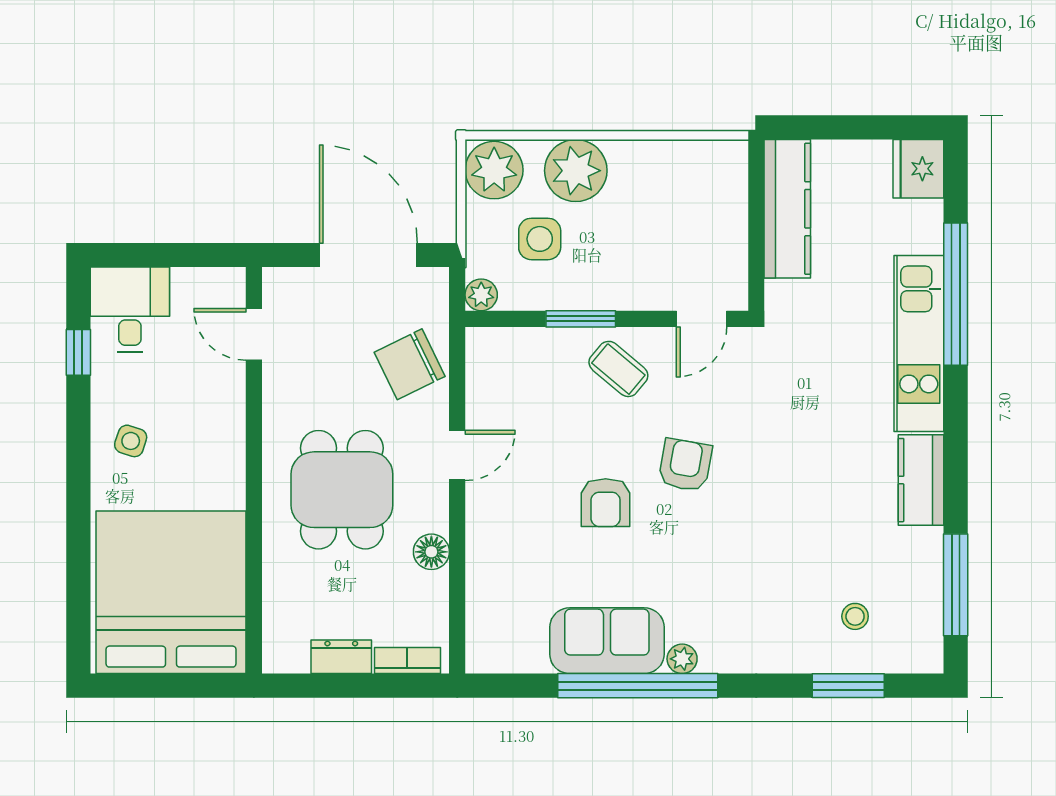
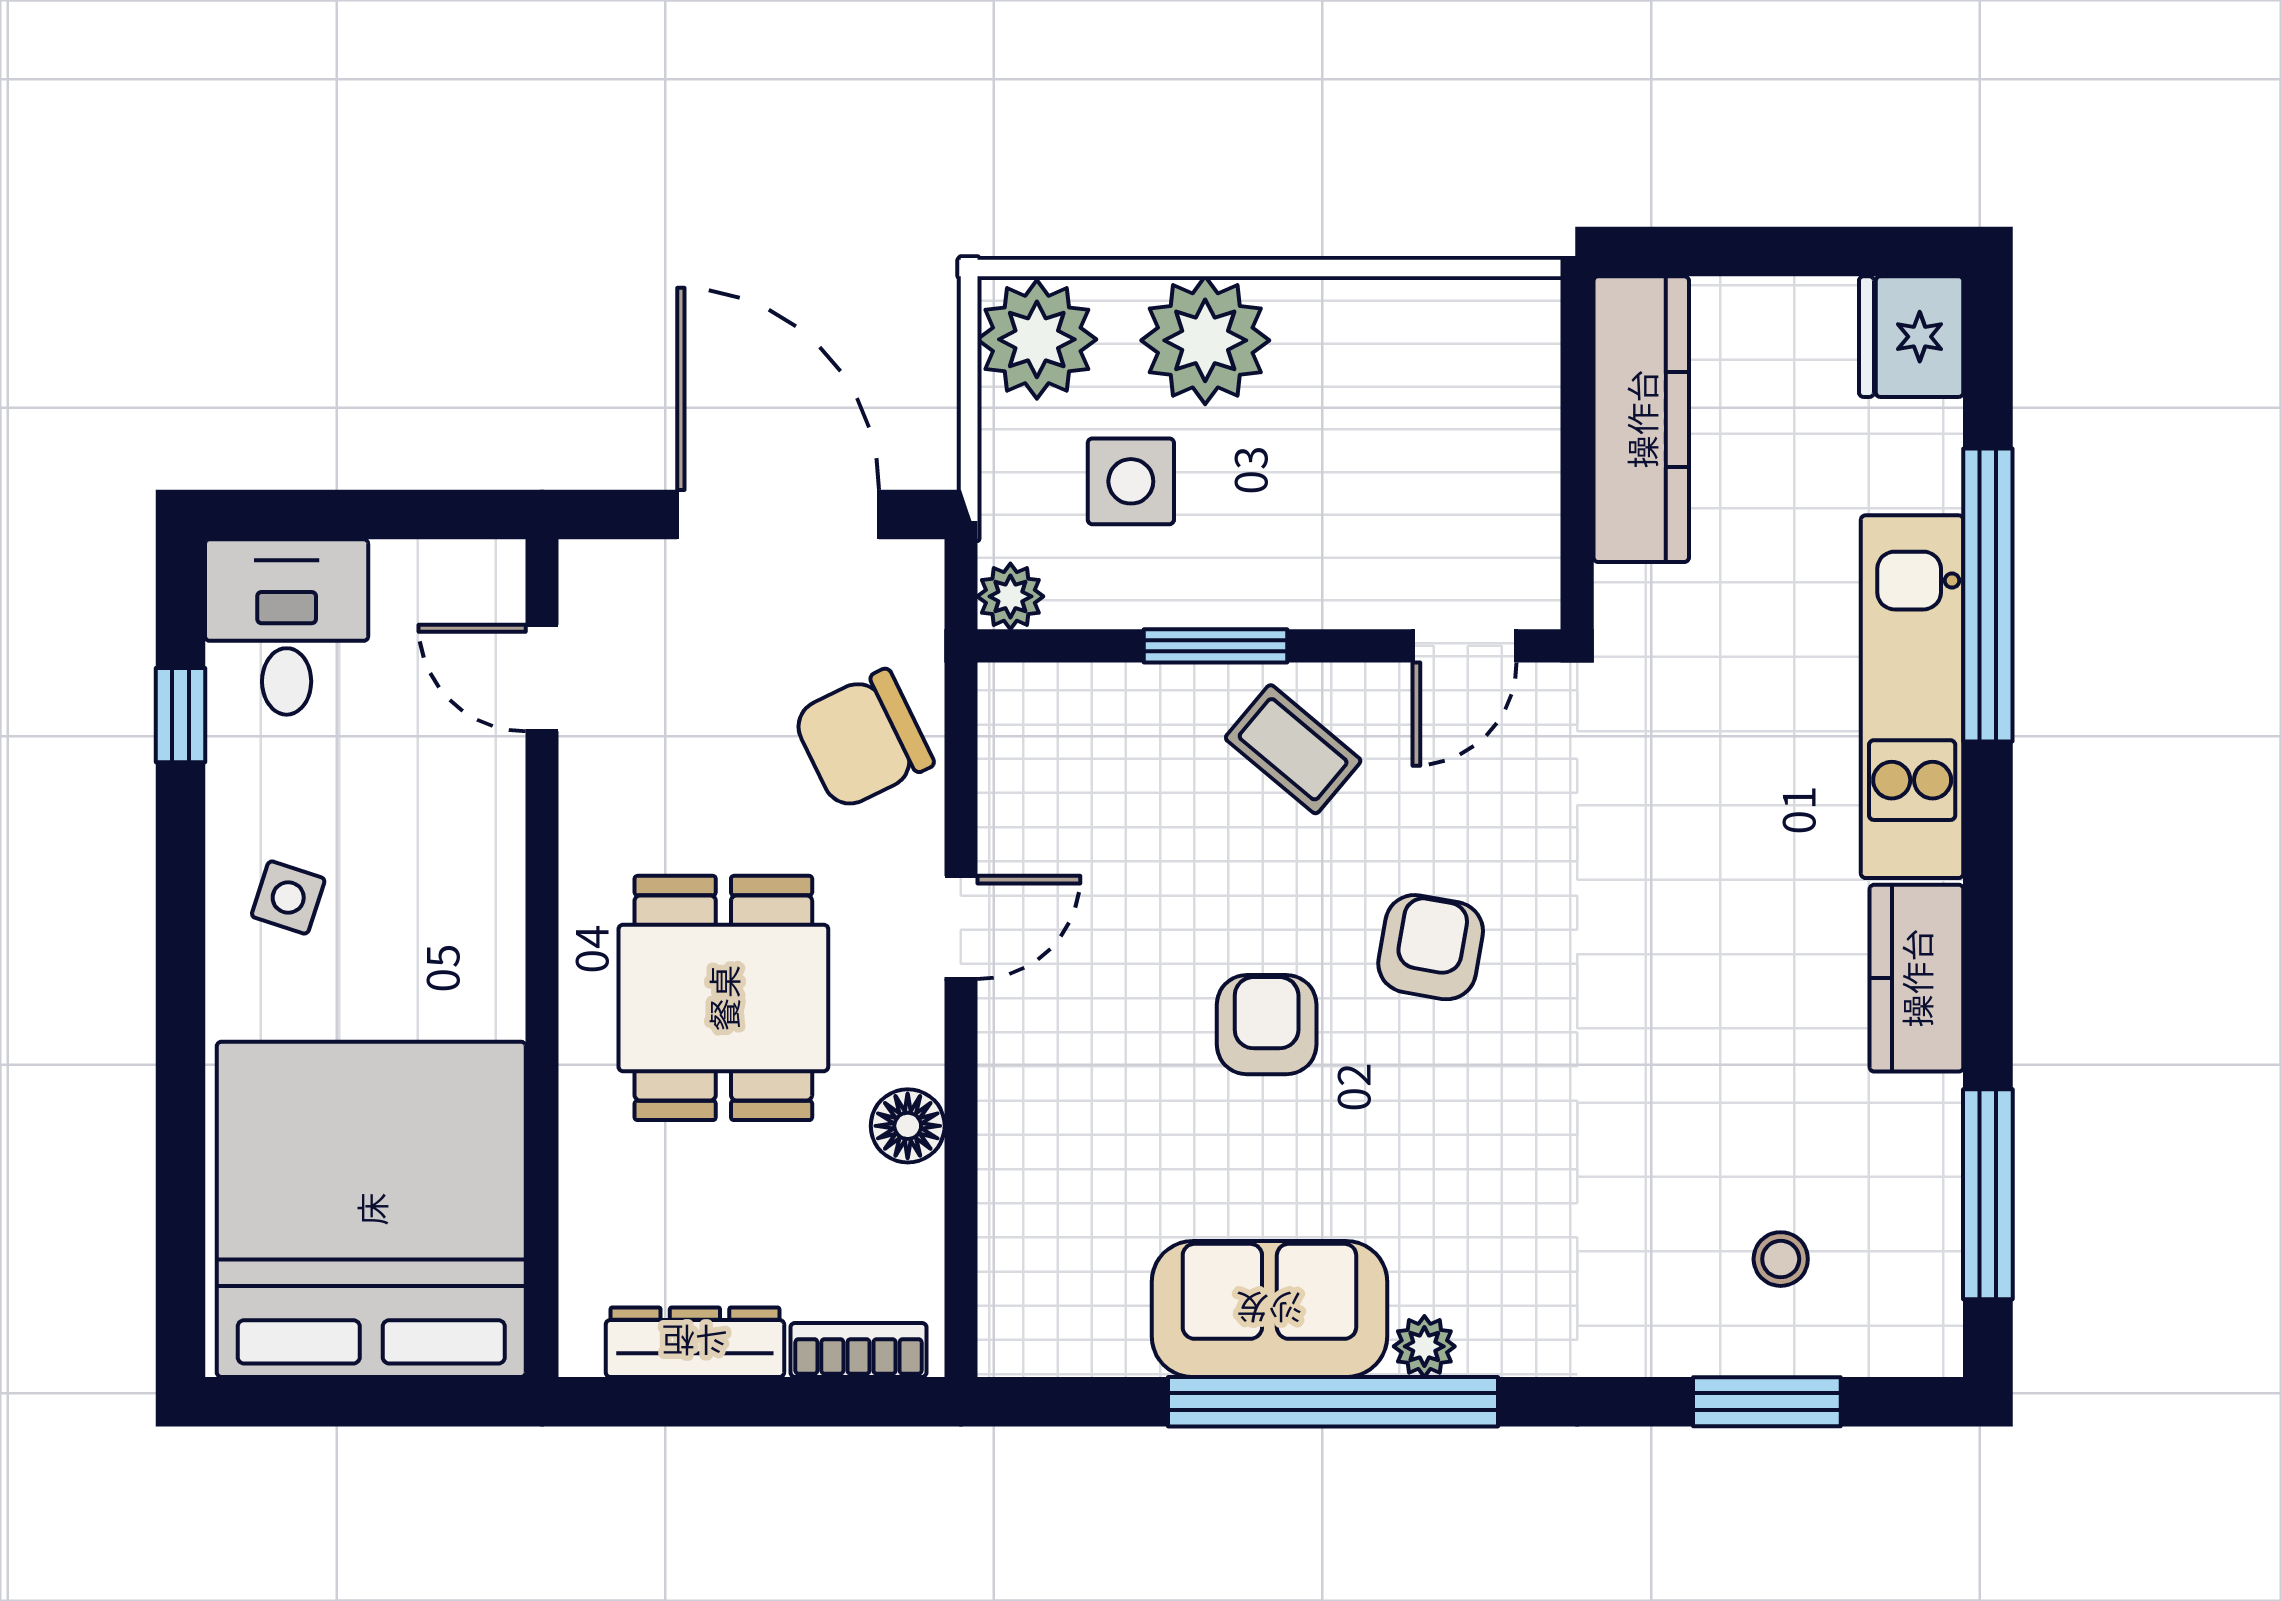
armchair: (606, 503) -> (1267, 1025), turned 180
dresser: (341, 657) -> (695, 1342), width x1.44

